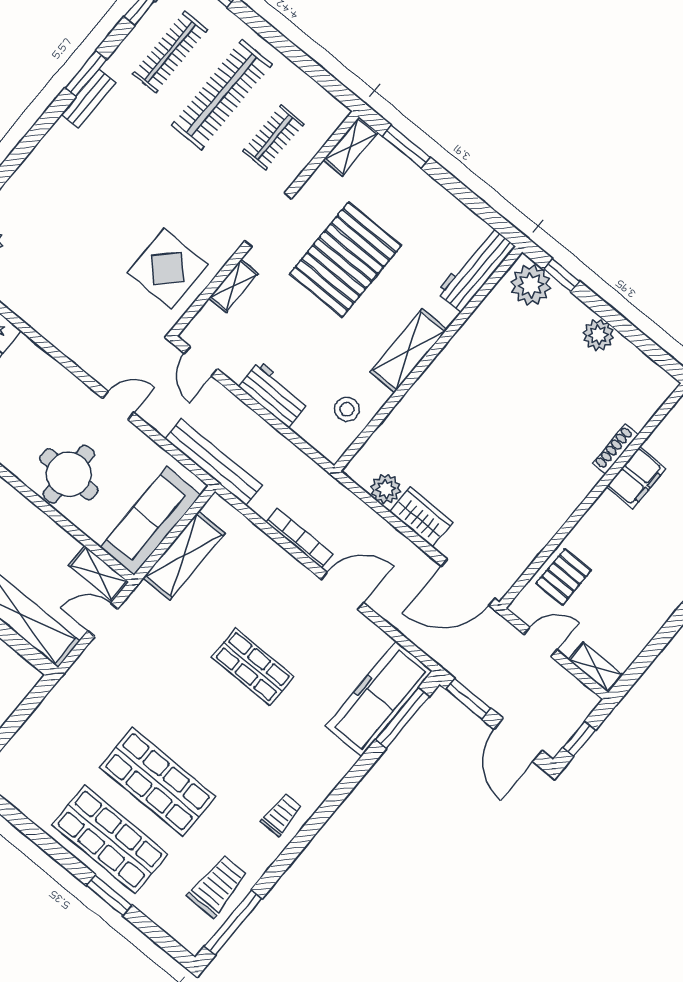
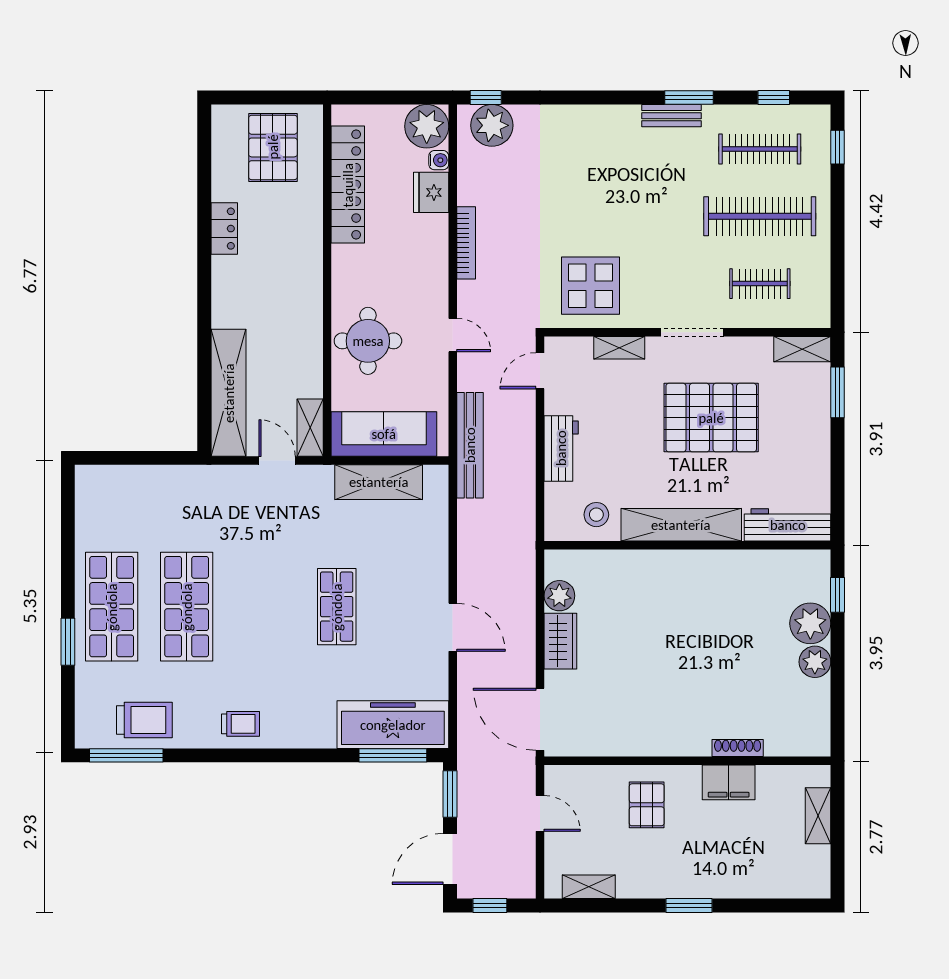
plant: (531, 285) -> (810, 623), moved
shelving: (408, 351) -> (681, 525), width x1.47
bookcase: (299, 538) -> (466, 243), moved
pallet: (564, 577) -> (647, 805), moved, turned 90
shelving: (596, 667) -> (589, 887), moved, turned 90

